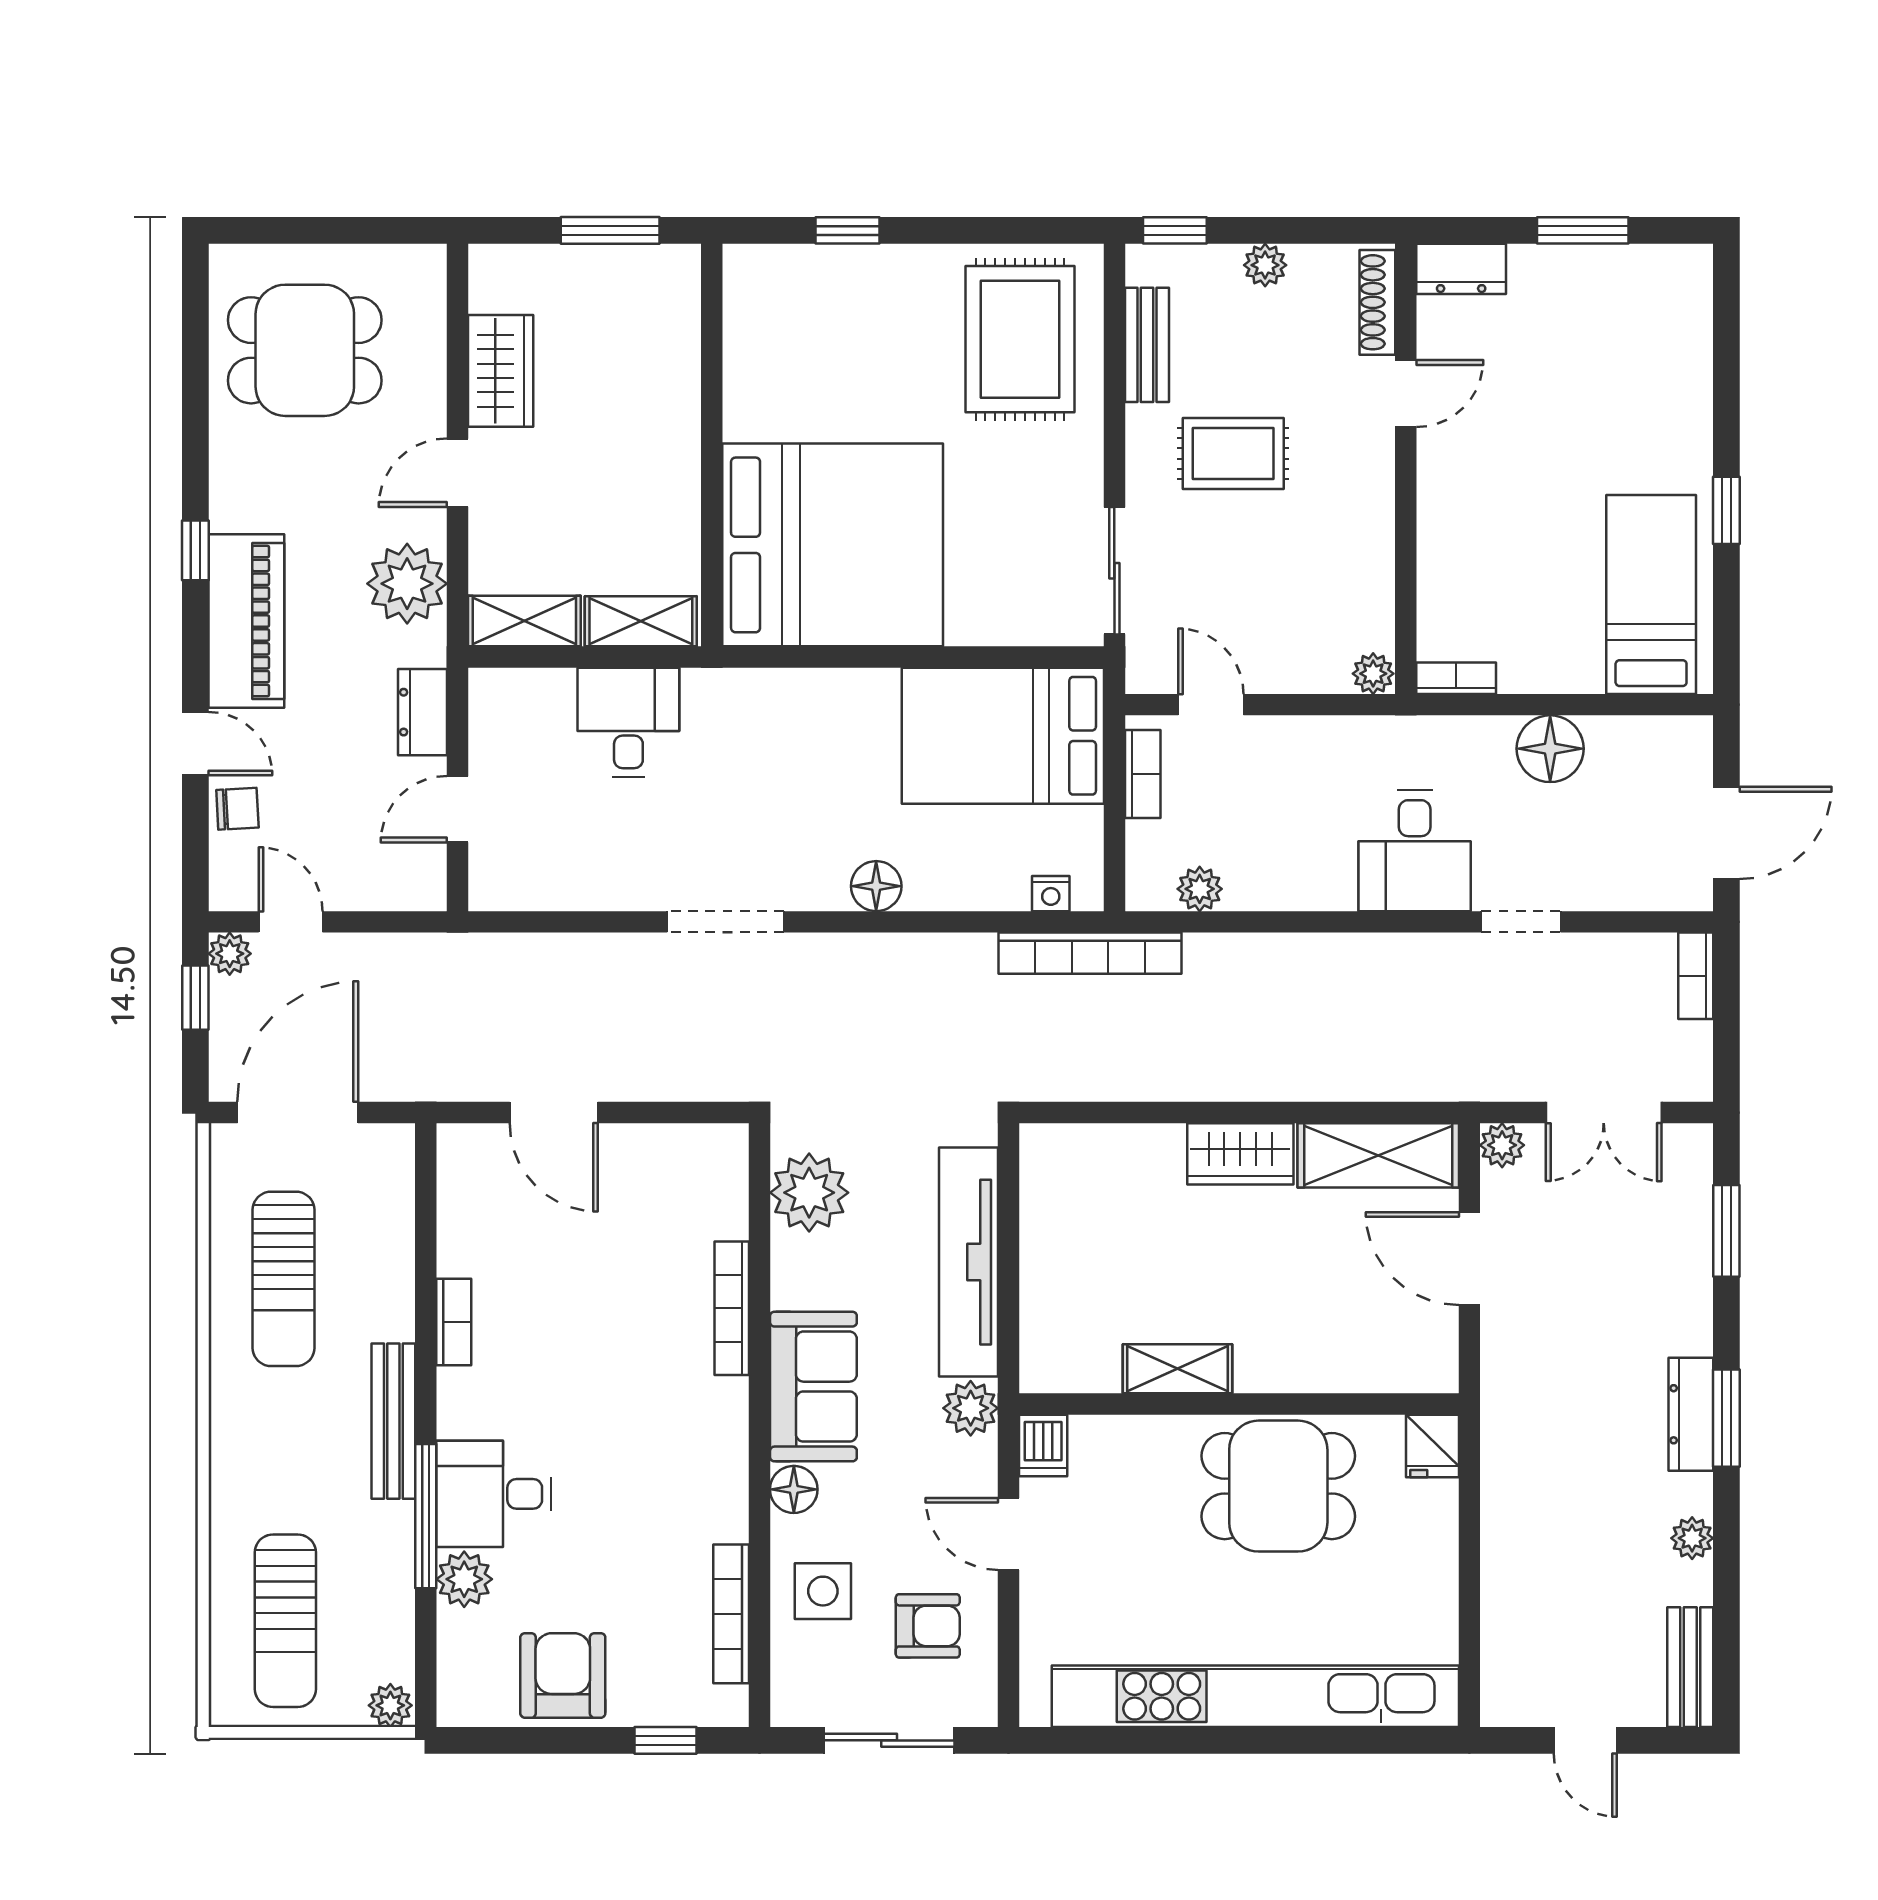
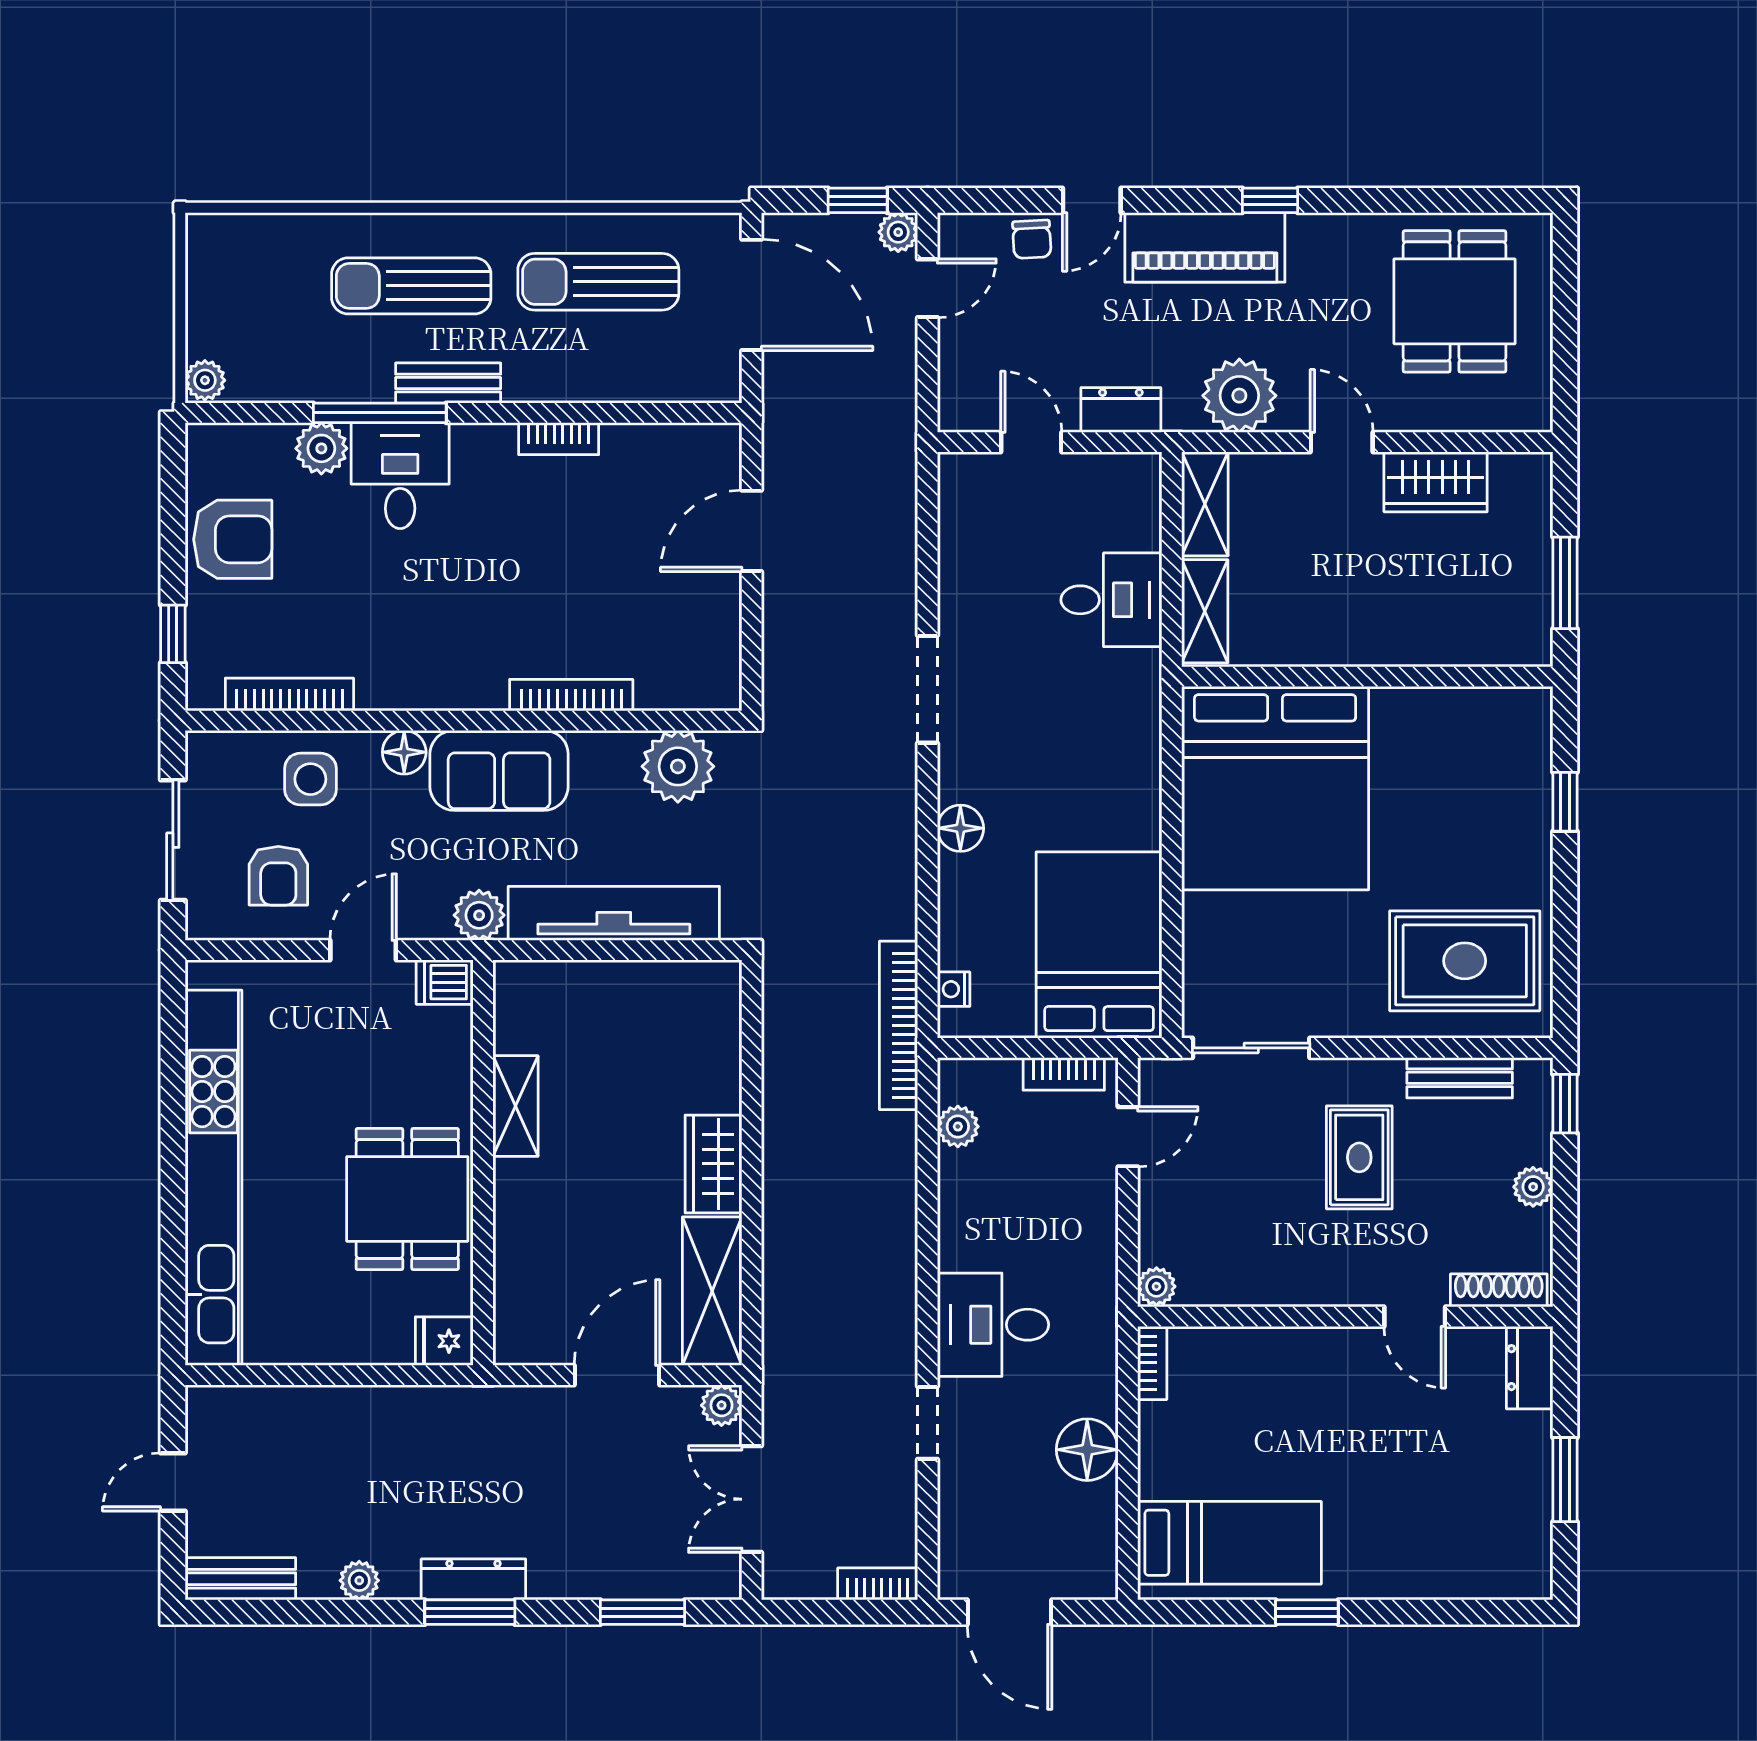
bench: (393, 1421) -> (448, 383), width x0.73
sun lounger: (285, 1621) -> (411, 286), moved

